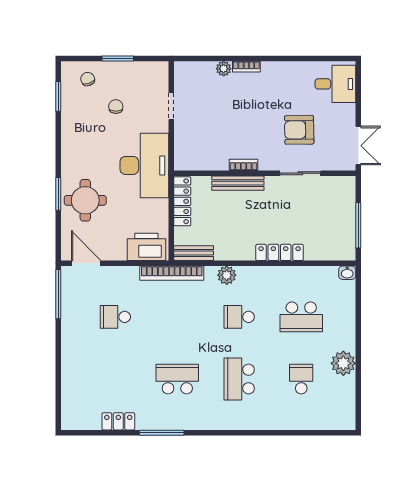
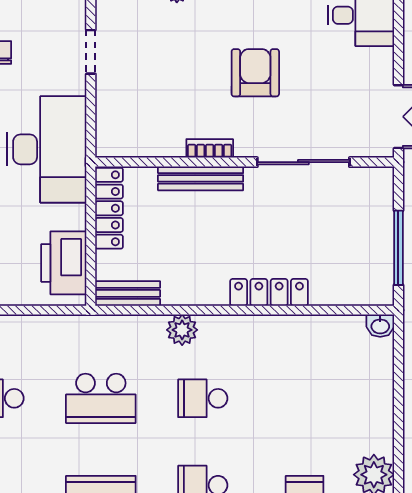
armchair: (299, 130) -> (255, 73), moved, turned 91
sliding door: (300, 173) -> (303, 162), width x1.37
printer: (146, 247) -> (64, 263), moved, turned -90
bookcase: (172, 273) -> (92, 326), removed
school desk: (301, 317) -> (101, 398), moved

